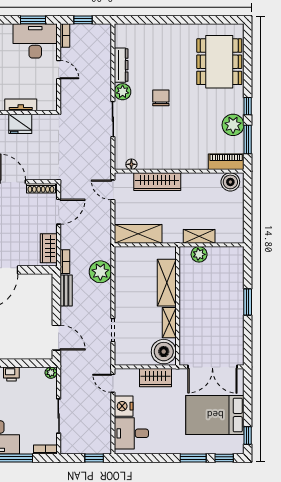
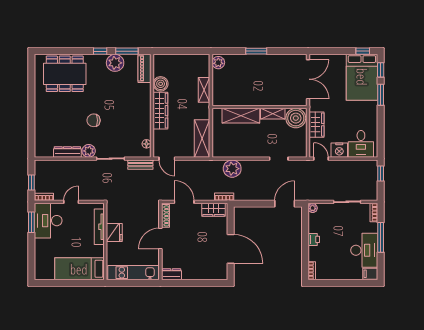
tv unit: (21, 105) -> (99, 227), width x1.41
wardrobe: (157, 182) -> (160, 111), moved
boiler: (230, 182) -> (161, 84), moved
door: (113, 190) -> (167, 159), hinge flipped
plant: (199, 254) -> (218, 63), moved
bench: (66, 291) -> (140, 165), moved
door: (113, 383) -> (321, 159), swing flipped
bed: (215, 415) -> (362, 77), moved

